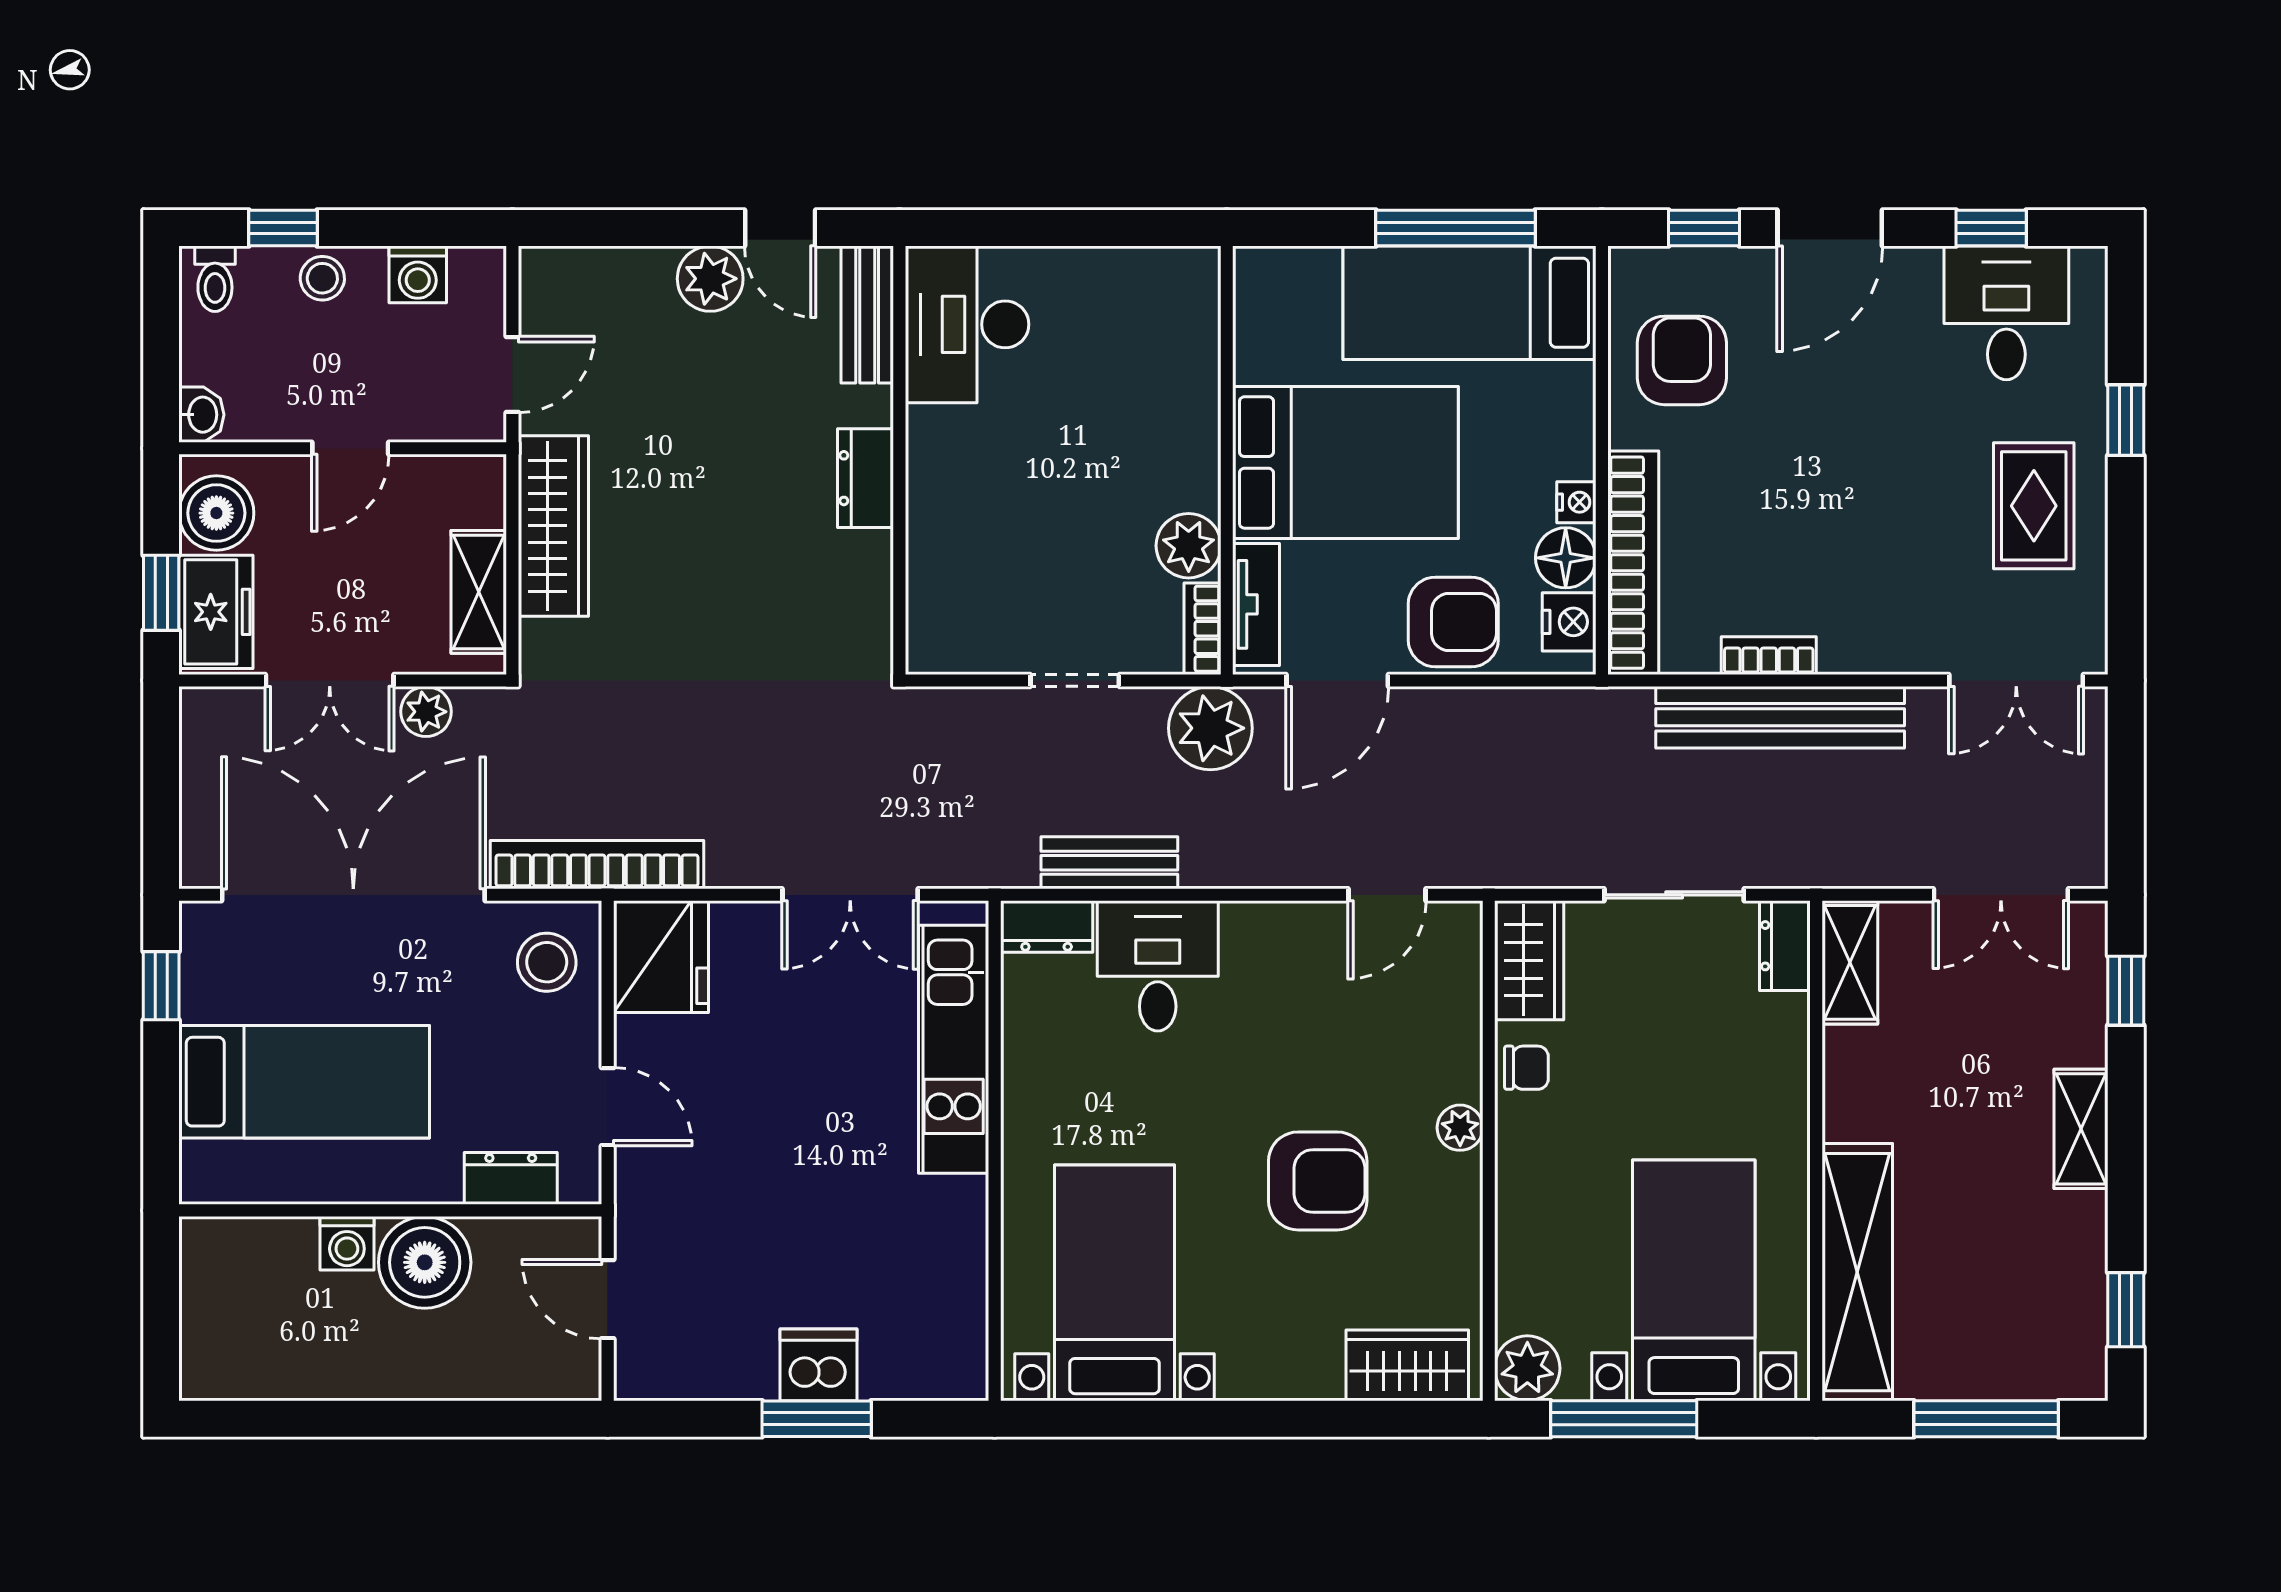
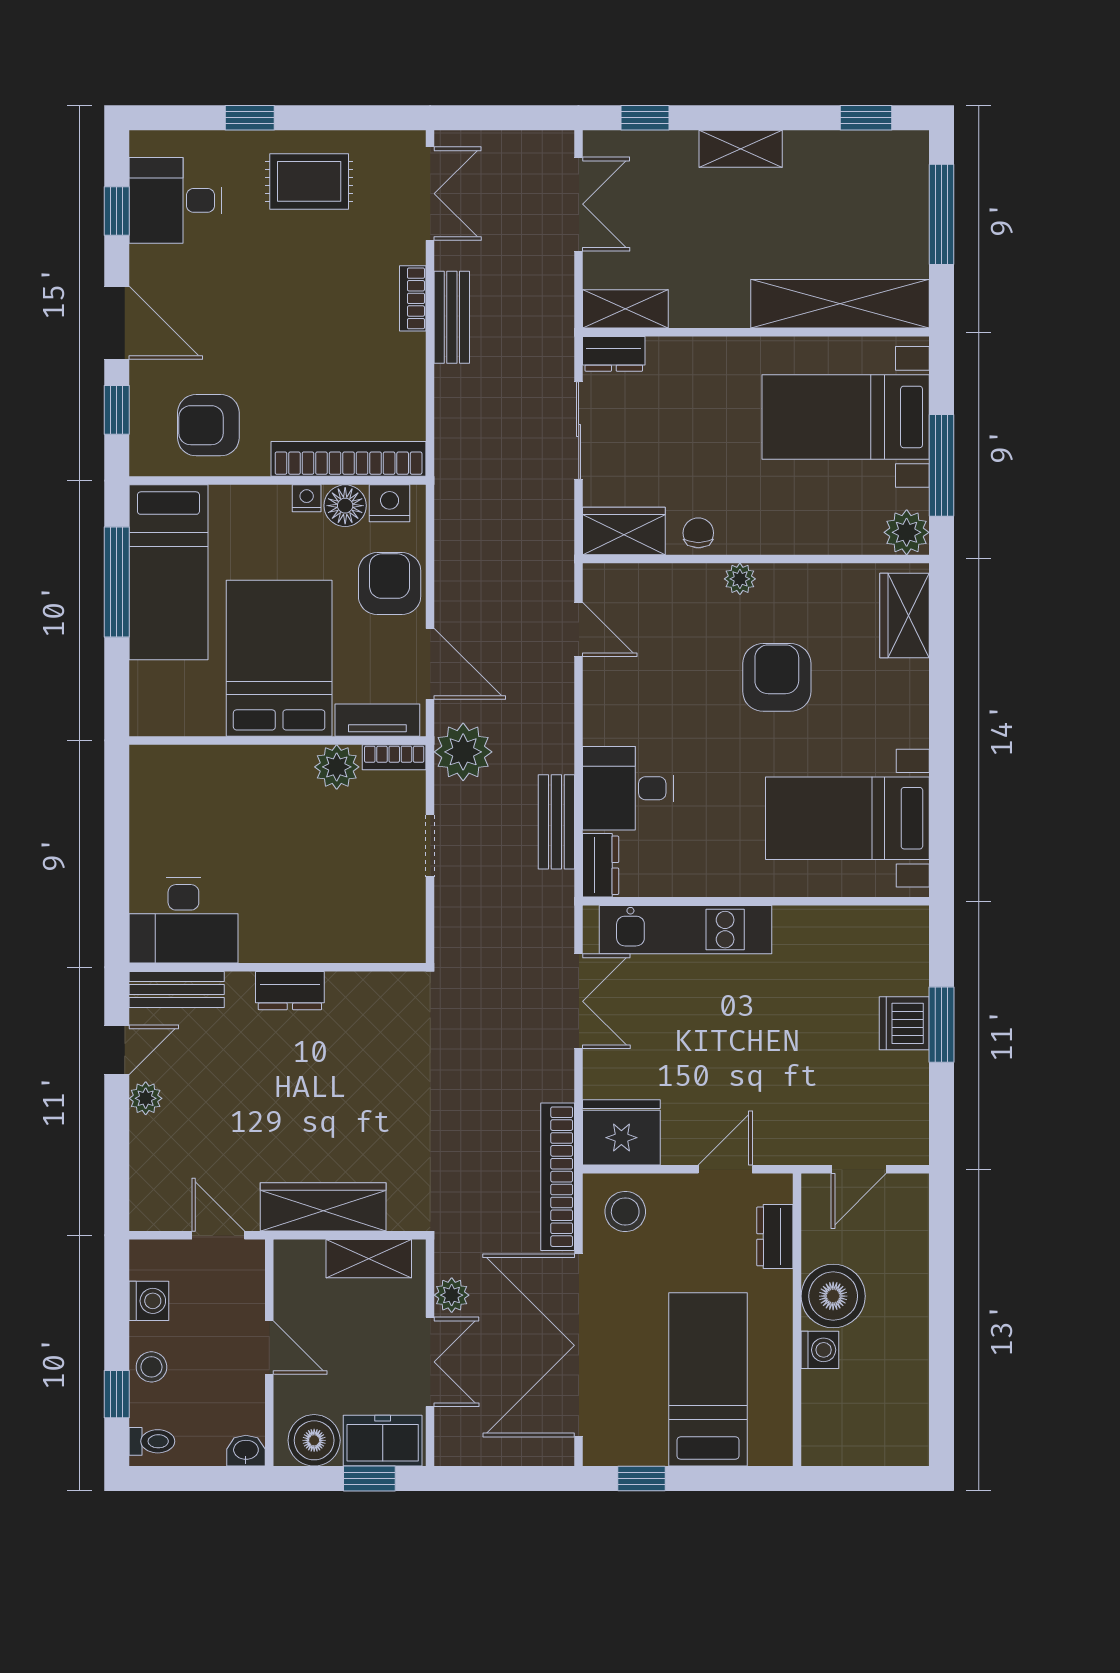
plant: (710, 279) -> (146, 1098), width x0.73, depth x0.73
bookcase: (1769, 656) -> (413, 298), moved
bench: (1780, 717) -> (452, 317), width x0.54, depth x0.82

